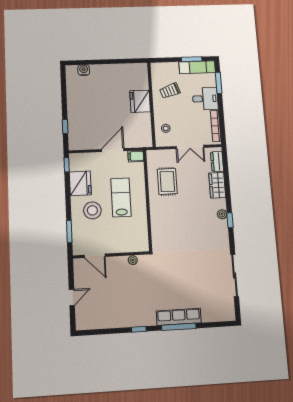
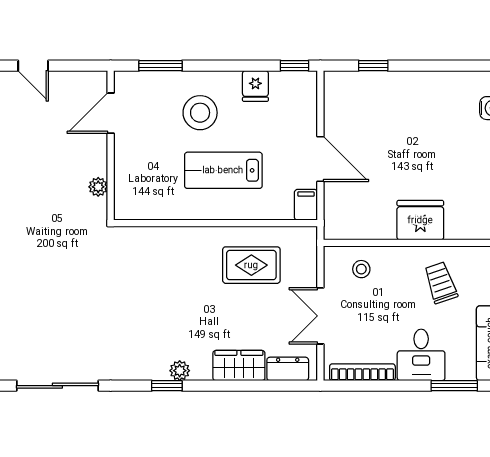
fridge: (80, 183) -> (255, 86), width x0.53, depth x0.75
lab bench: (121, 197) -> (223, 170), turned 180

